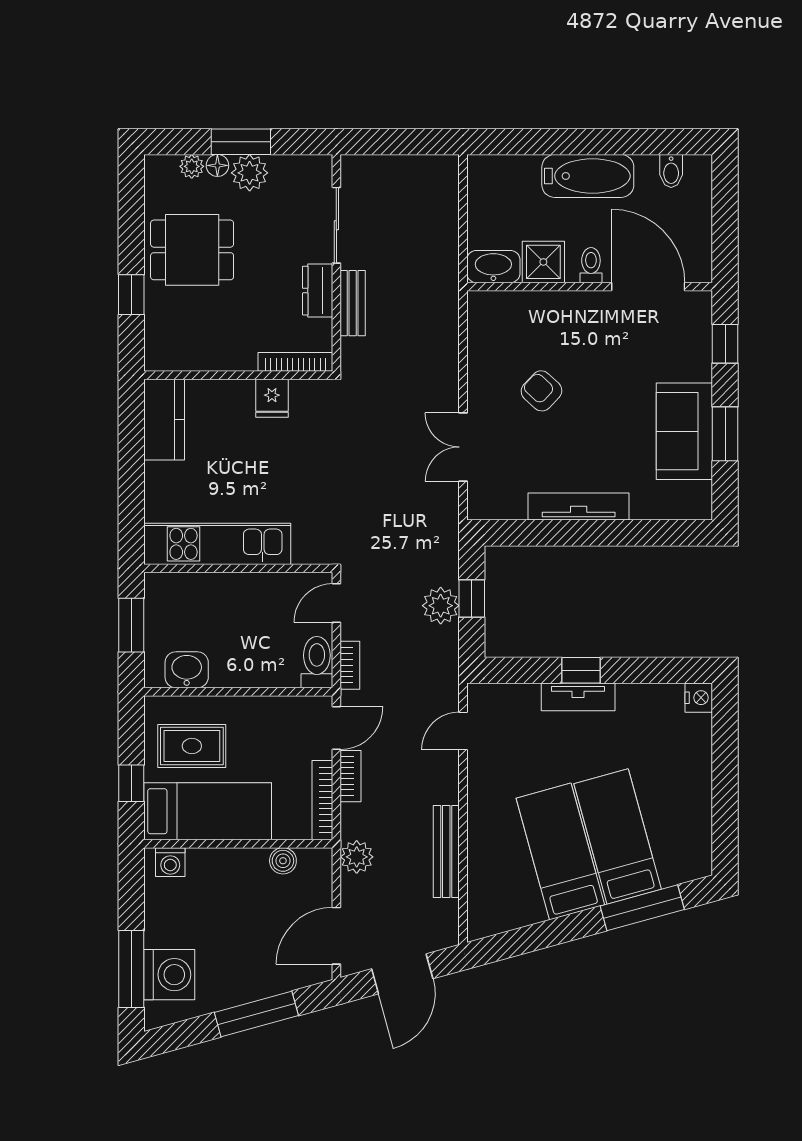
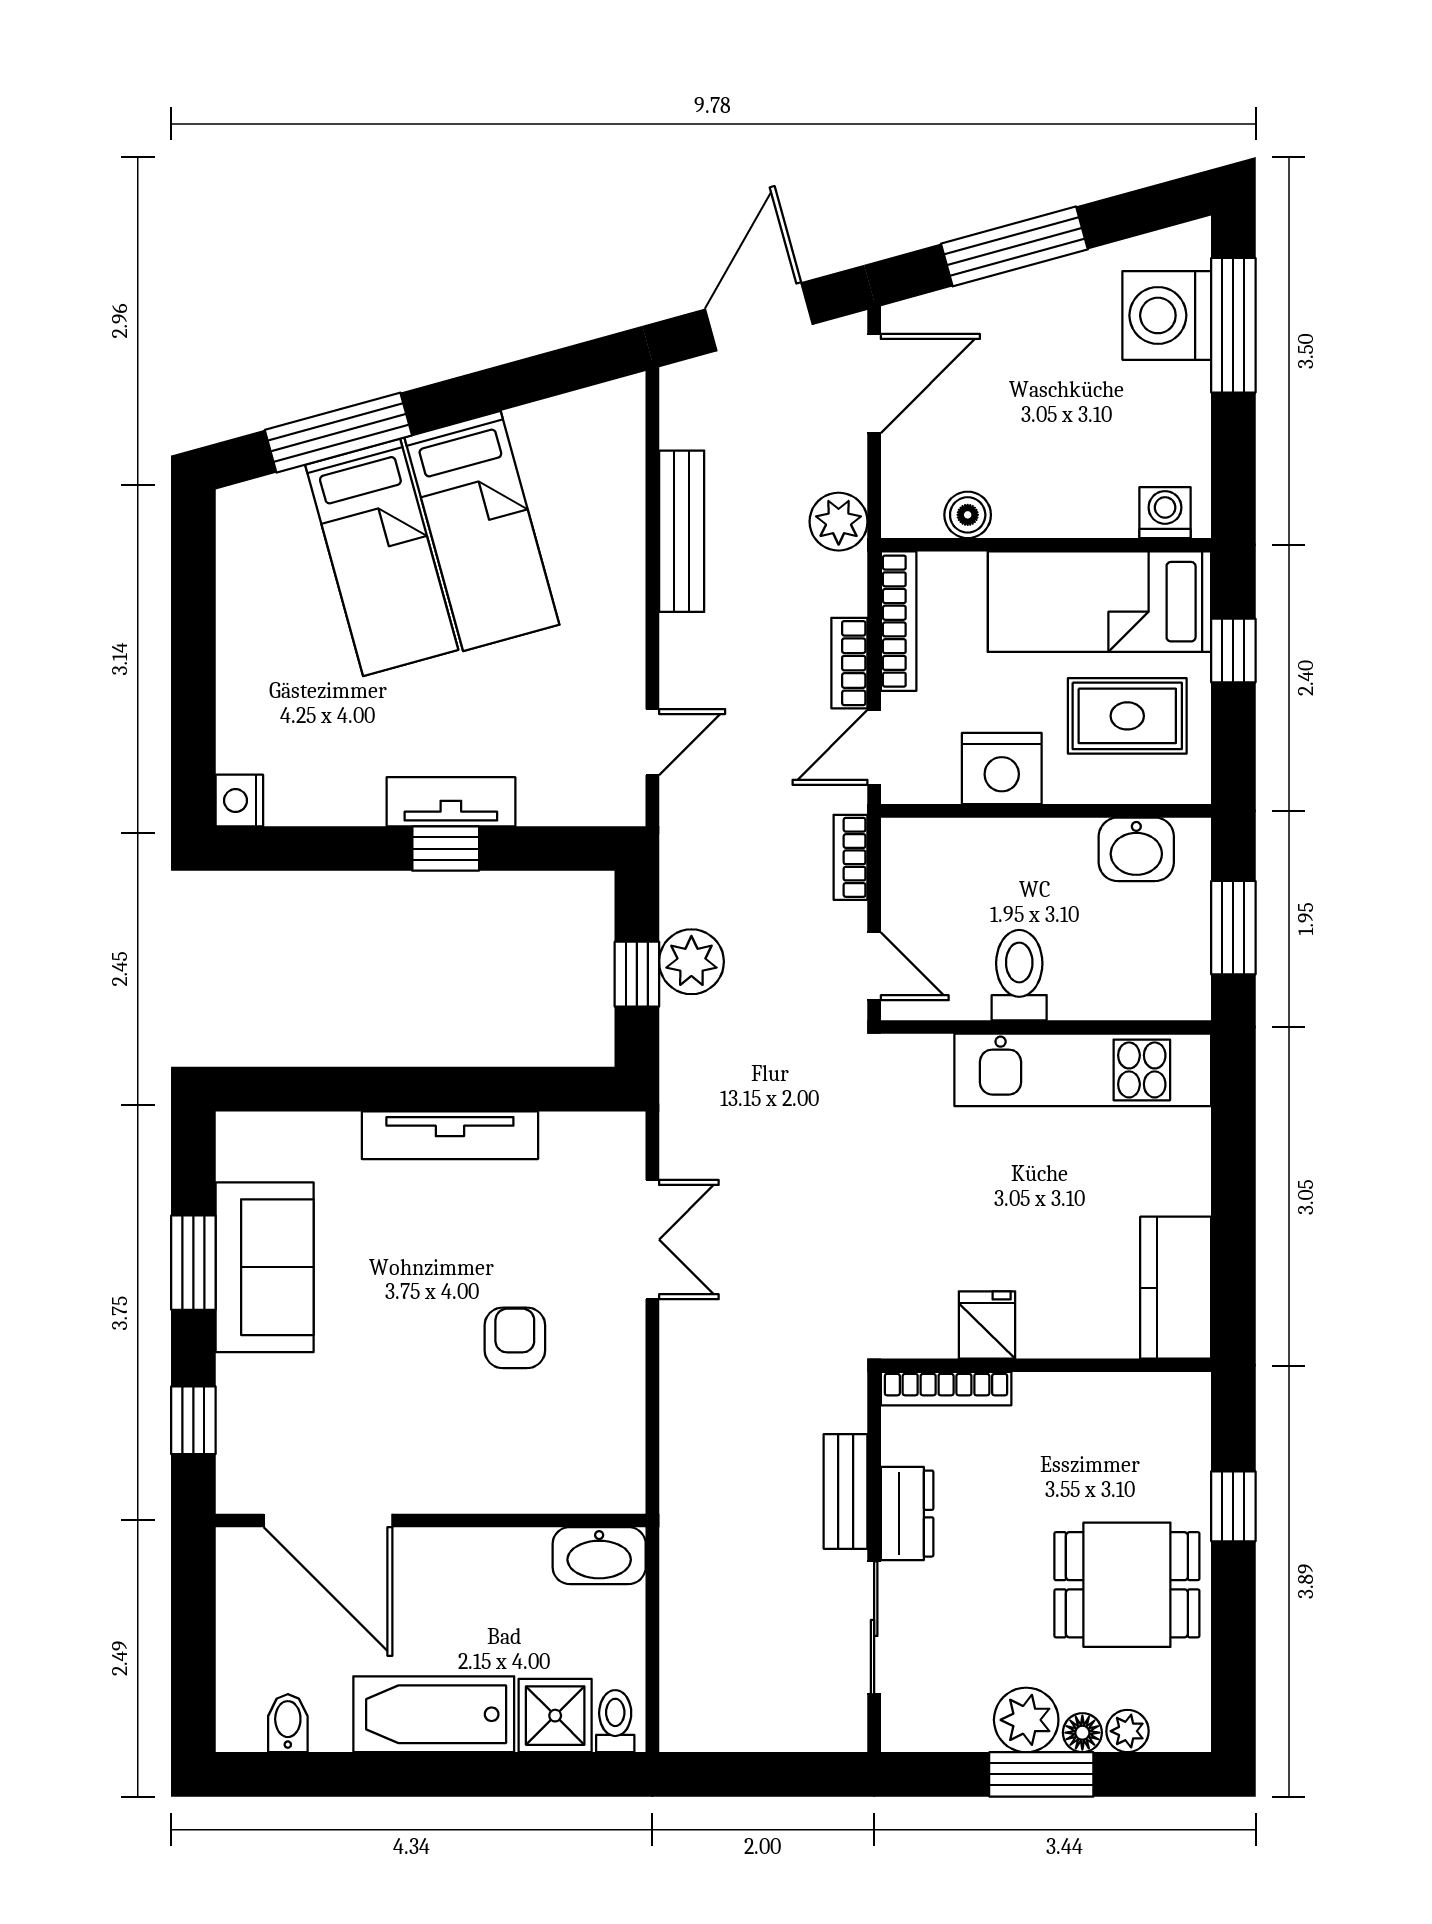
shower: (543, 262) -> (555, 1716), moved
toilet: (591, 265) -> (615, 1721), moved, turned 180
armchair: (541, 391) -> (515, 1338), turned -133
door: (336, 603) -> (874, 966), hinge flipped
toilet: (317, 662) -> (1019, 975), moved, turned 180
nightstand: (264, 716) -> (1002, 768), added

